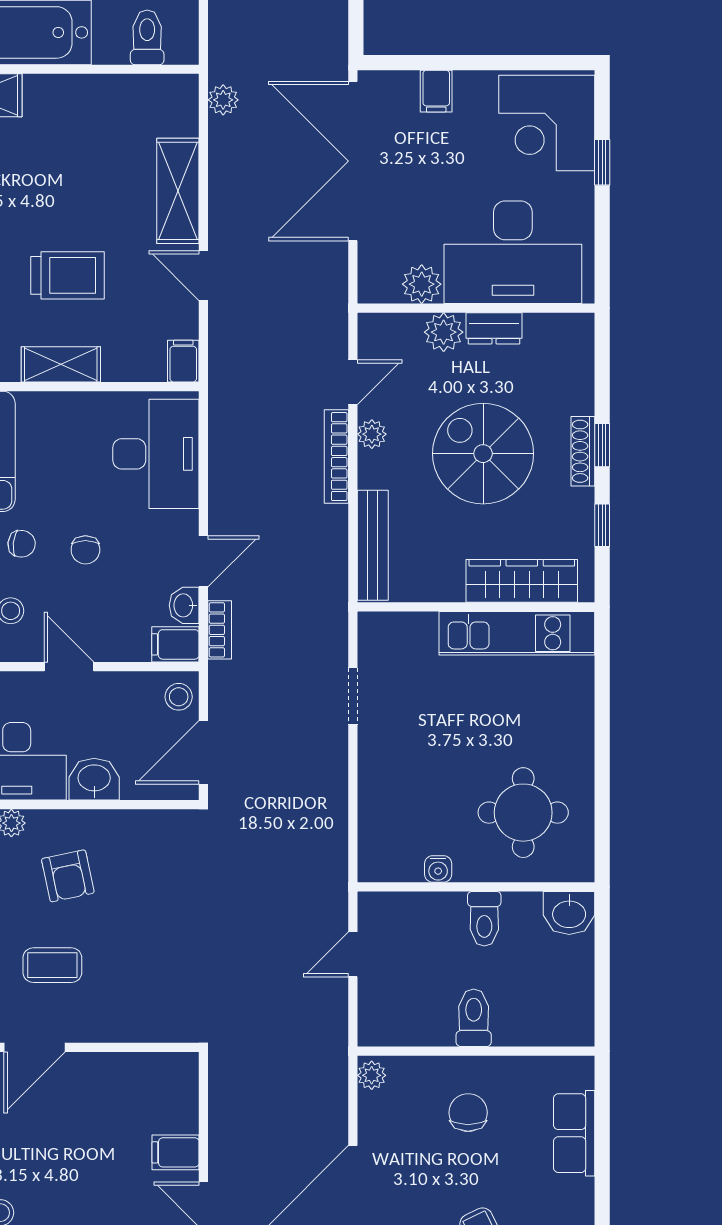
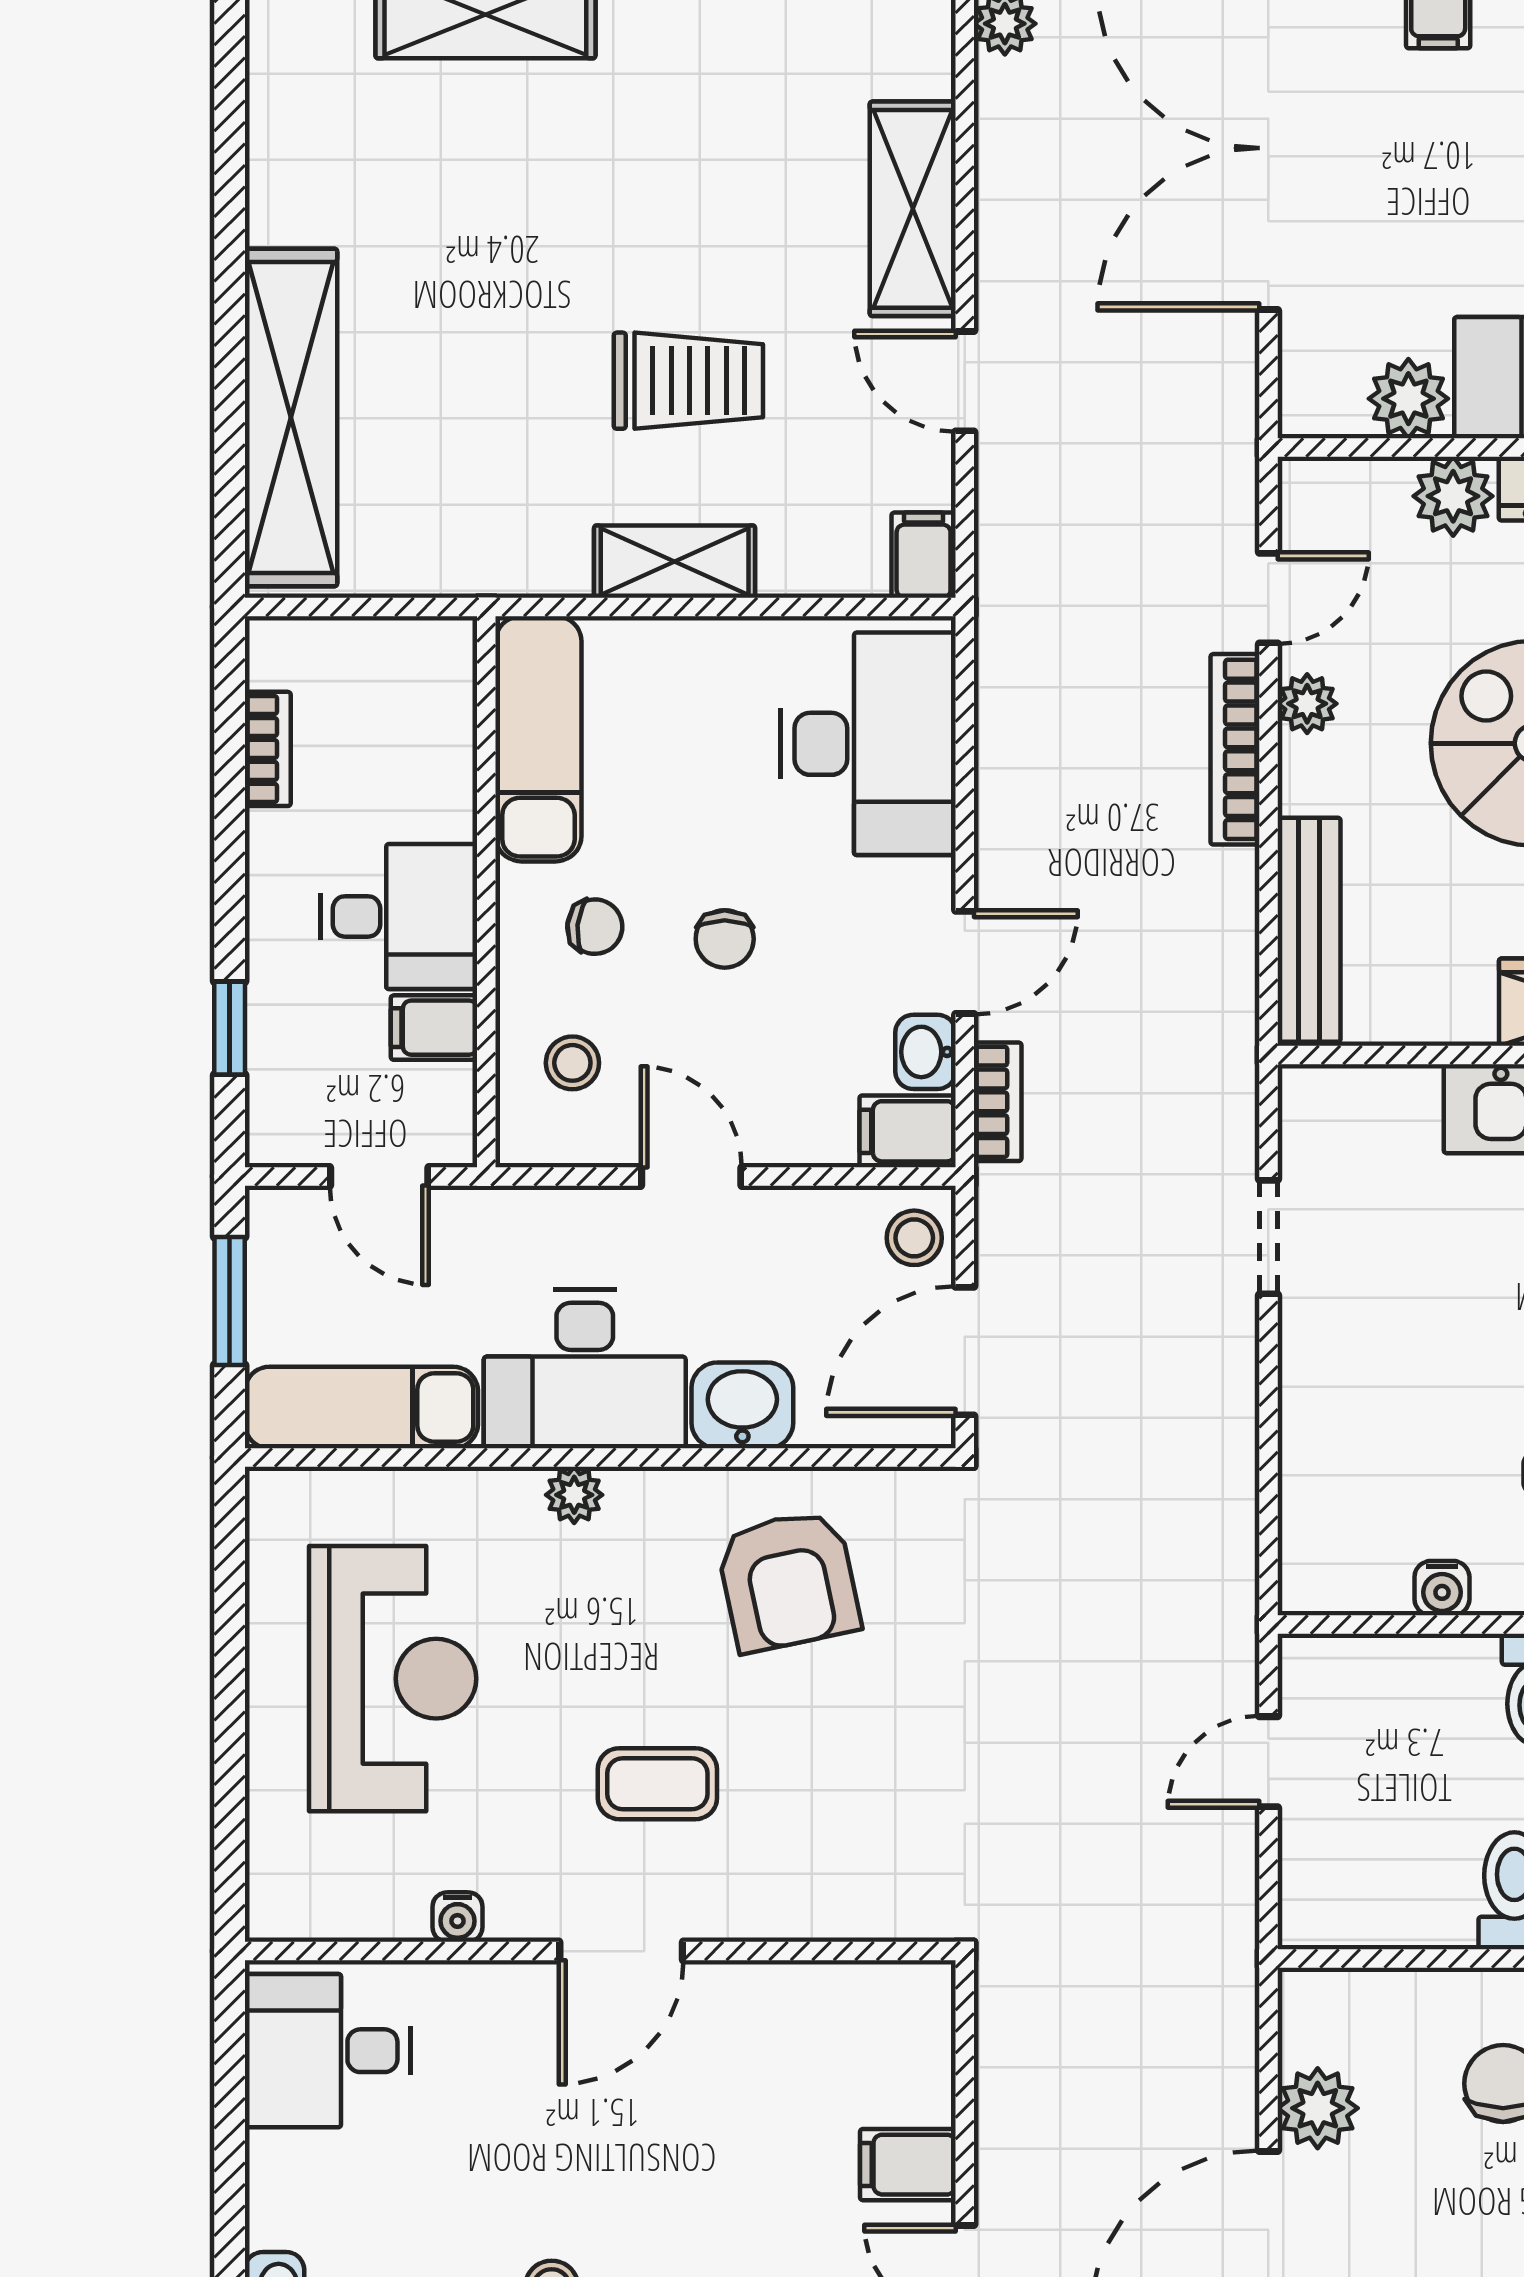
armchair: (68, 876) -> (788, 1581), moved, width x1.38, depth x1.38
plant: (372, 1075) -> (1318, 2108), moved, width x1.38, depth x1.38

